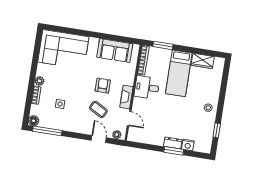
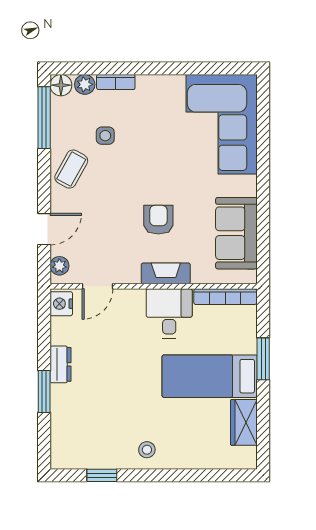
window: (163, 45) -> (263, 359), moved
plant: (39, 81) -> (85, 84), moved
armchair: (103, 86) -> (158, 220), turned -90
fireplace: (126, 97) -> (166, 273), moved
coffee table: (98, 109) -> (71, 169), moved
dresser: (173, 143) -> (60, 364), moved
nightstand: (188, 145) -> (61, 304), moved

